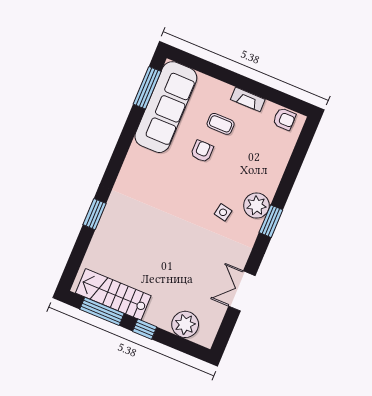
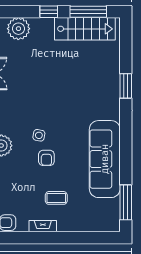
sofa: (166, 107) -> (105, 159), moved
armchair: (202, 151) -> (46, 158), moved
side table: (223, 212) -> (39, 135), moved

